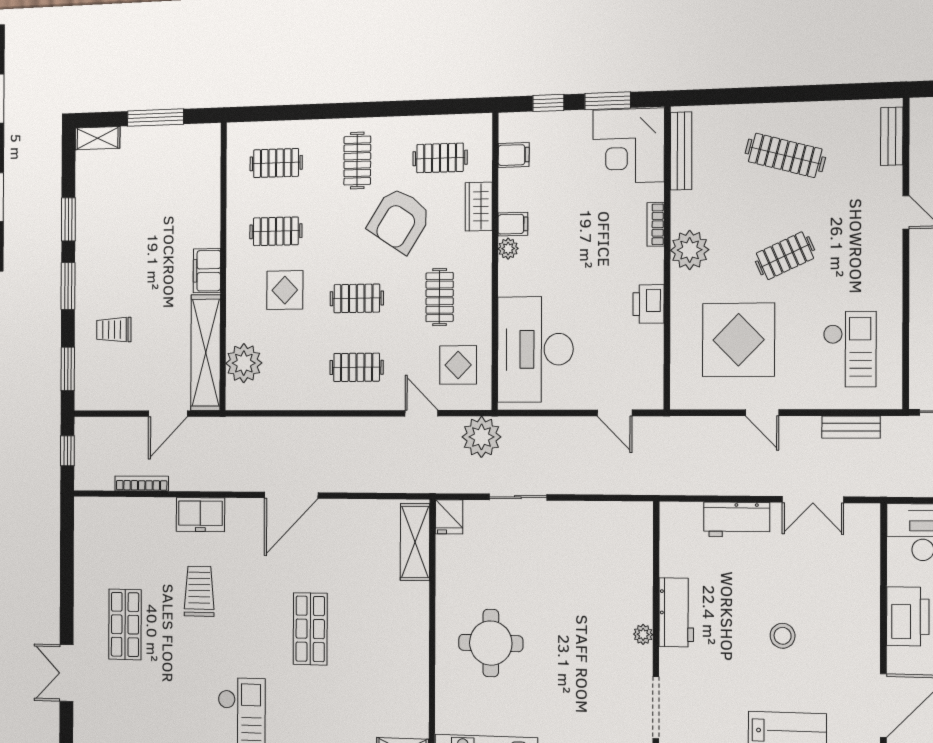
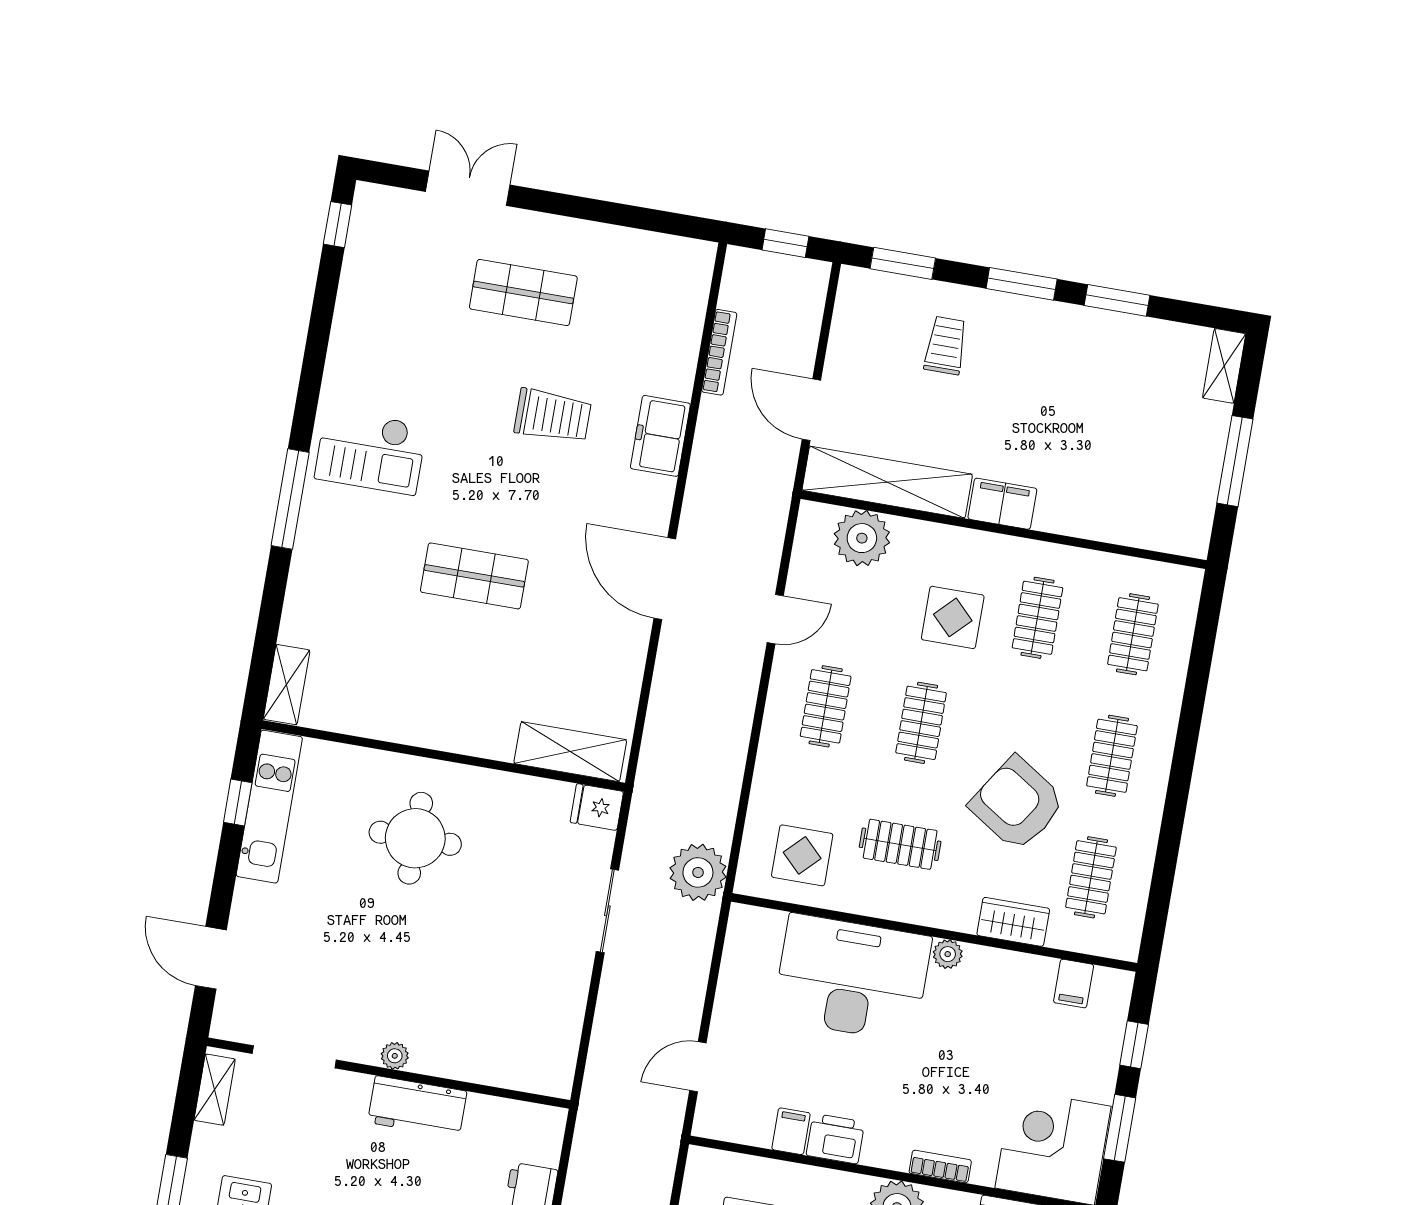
clothes rail: (357, 161) -> (1112, 756), turned 90
filing cabinet: (513, 224) -> (791, 1131), moved, turned 180
desk: (535, 349) -> (852, 978), moved
door: (421, 413) -> (775, 619), moved

